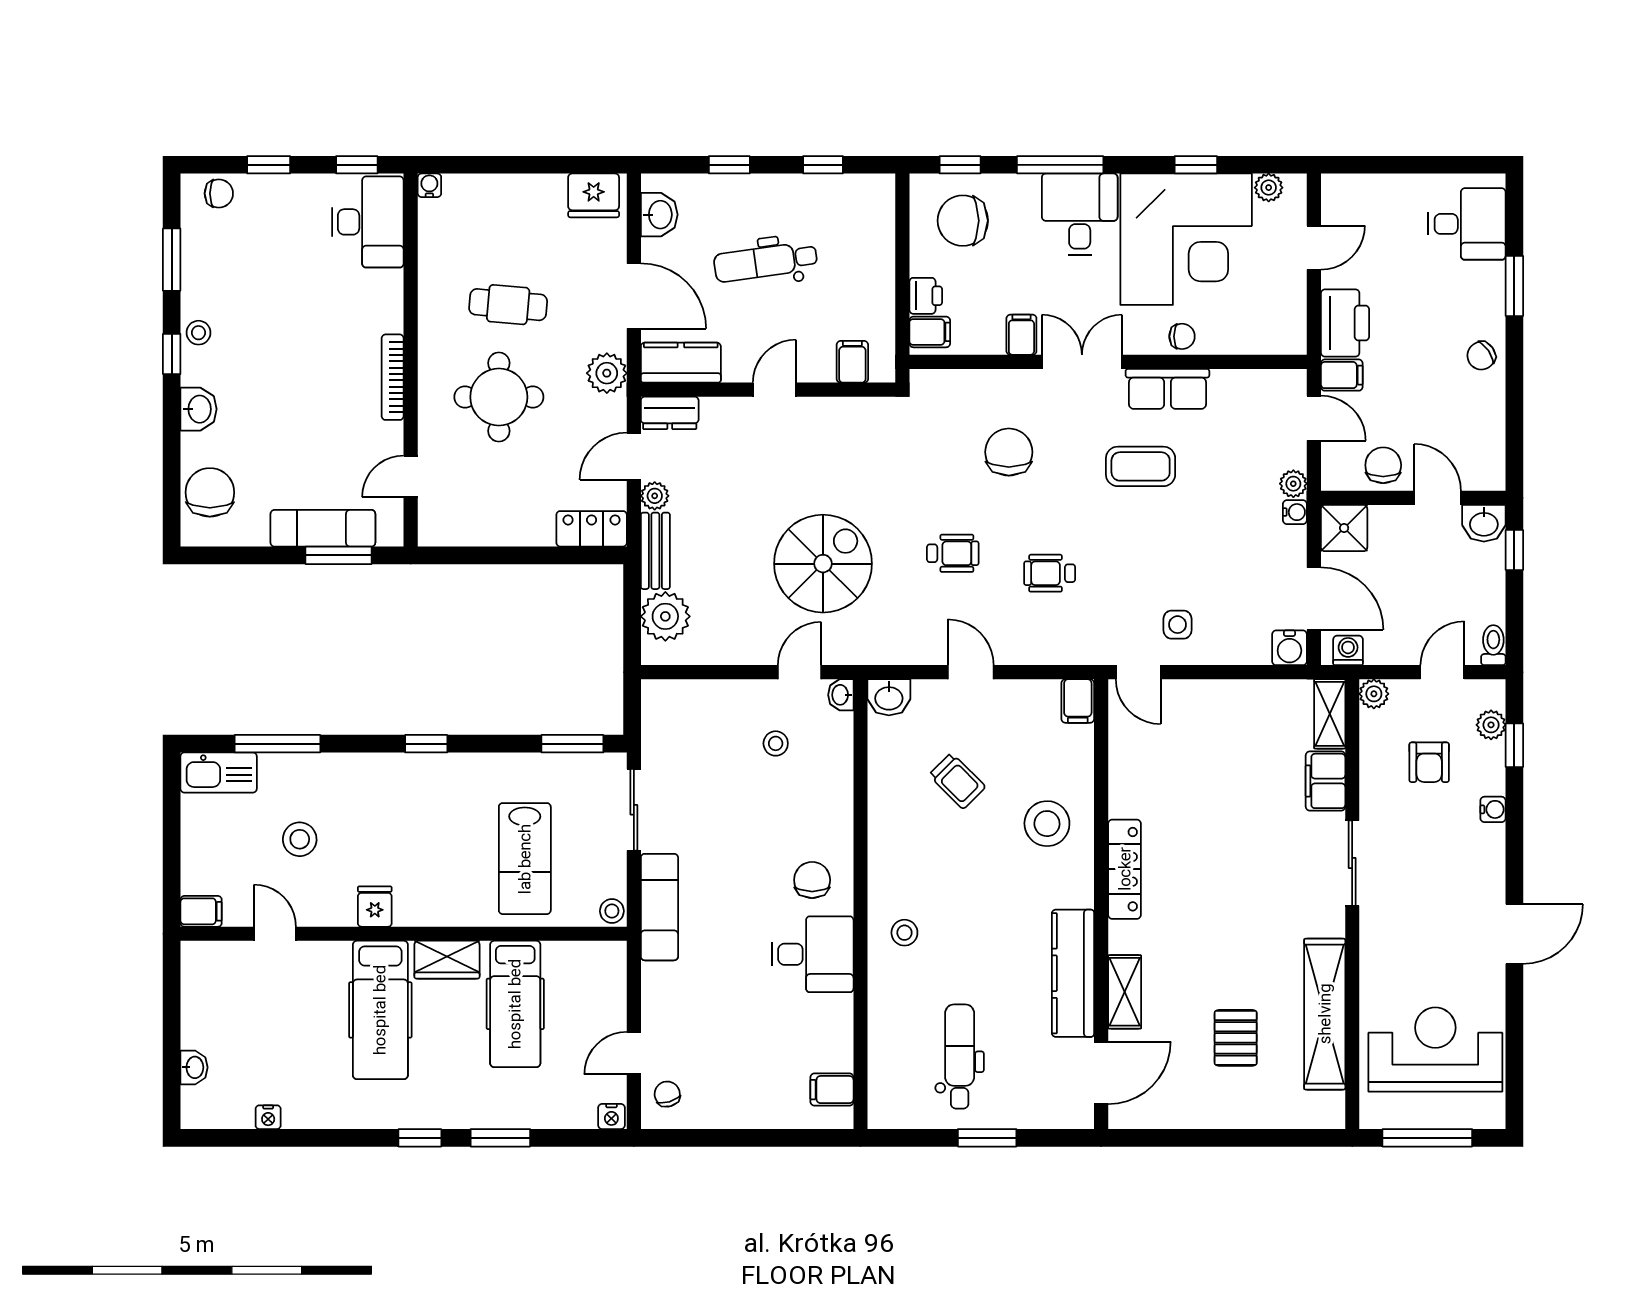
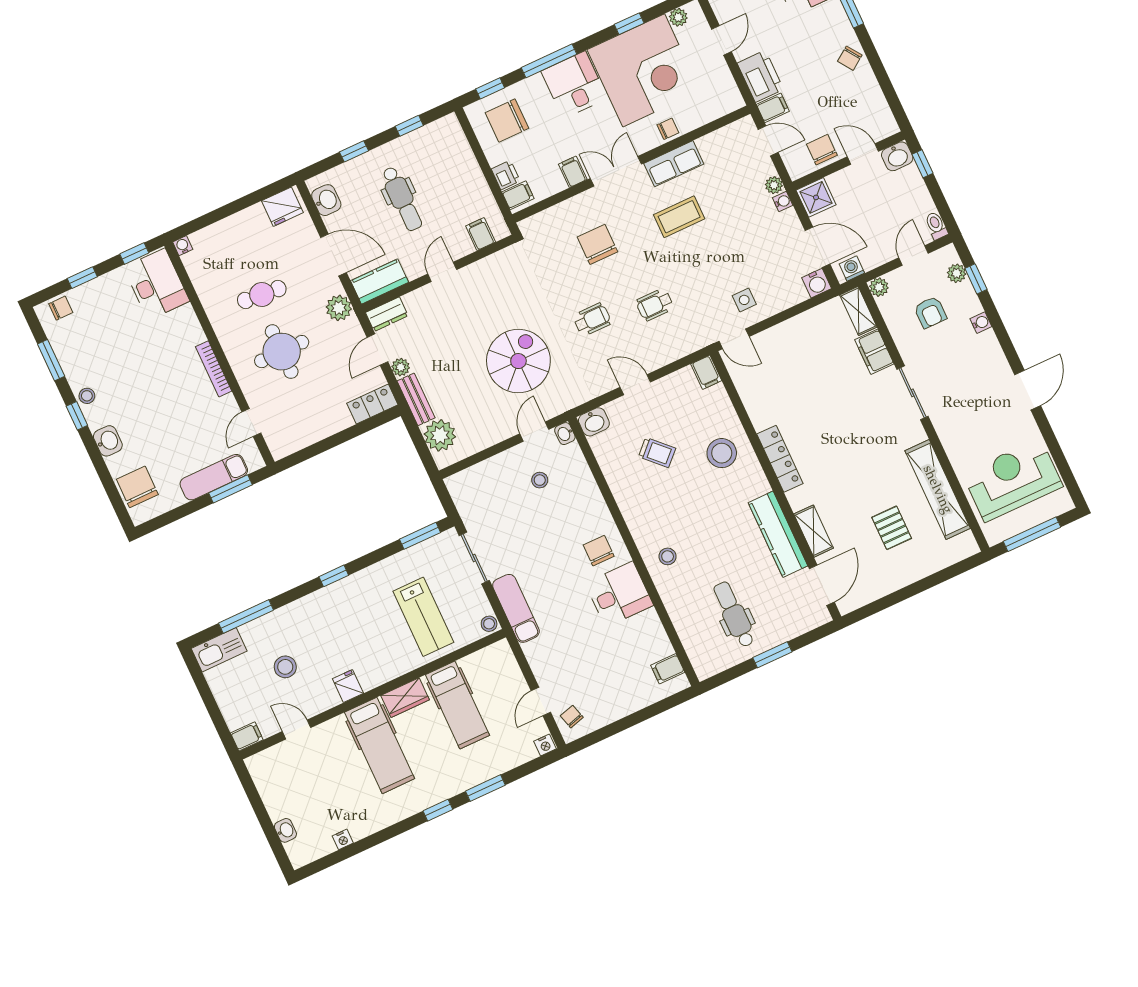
dental chair: (766, 262) -> (402, 199), turned -82

